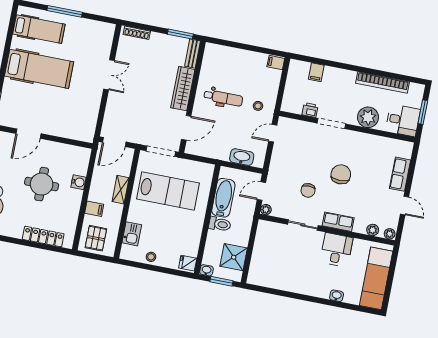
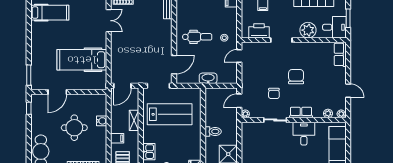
hospital bed: (39, 69) -> (82, 60), moved, turned 180
double door: (109, 75) -> (109, 21), moved
wardrobe: (183, 89) -> (166, 36), removed
printer: (310, 110) -> (259, 31), width x1.87, depth x1.48
washbasin: (242, 157) -> (208, 78), moved
row of seats: (400, 174) -> (340, 54), moved
bathtub: (223, 198) -> (212, 111), removed

